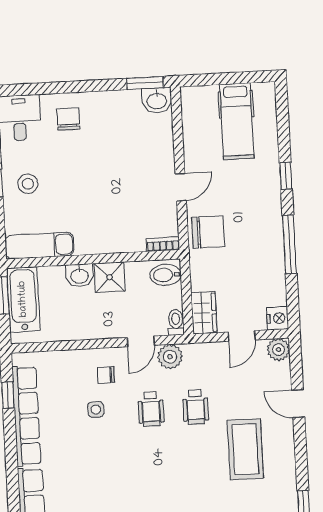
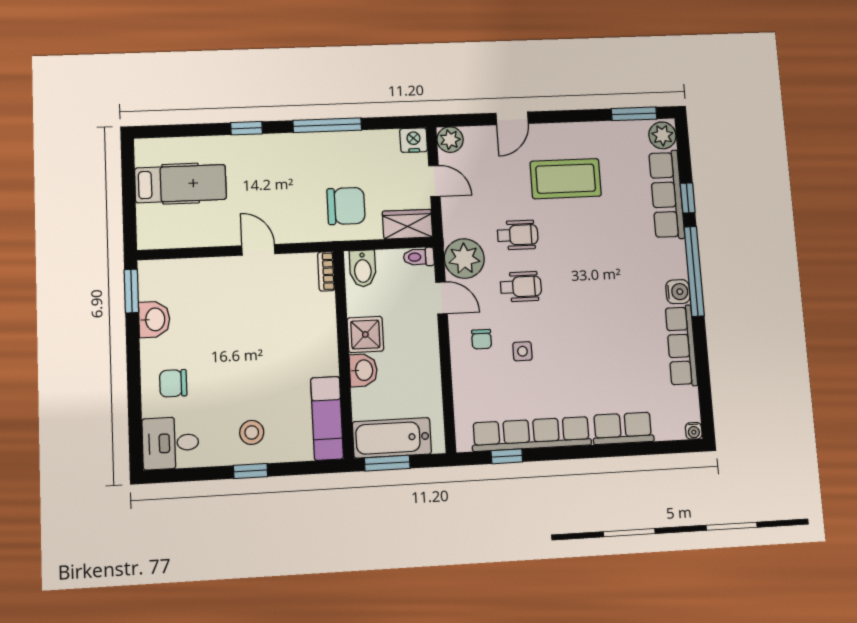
washbasin: (157, 100) -> (154, 319), moved
chair: (208, 232) -> (346, 206), moved, turned 90
plant: (170, 357) -> (464, 259), width x1.36, depth x1.36

